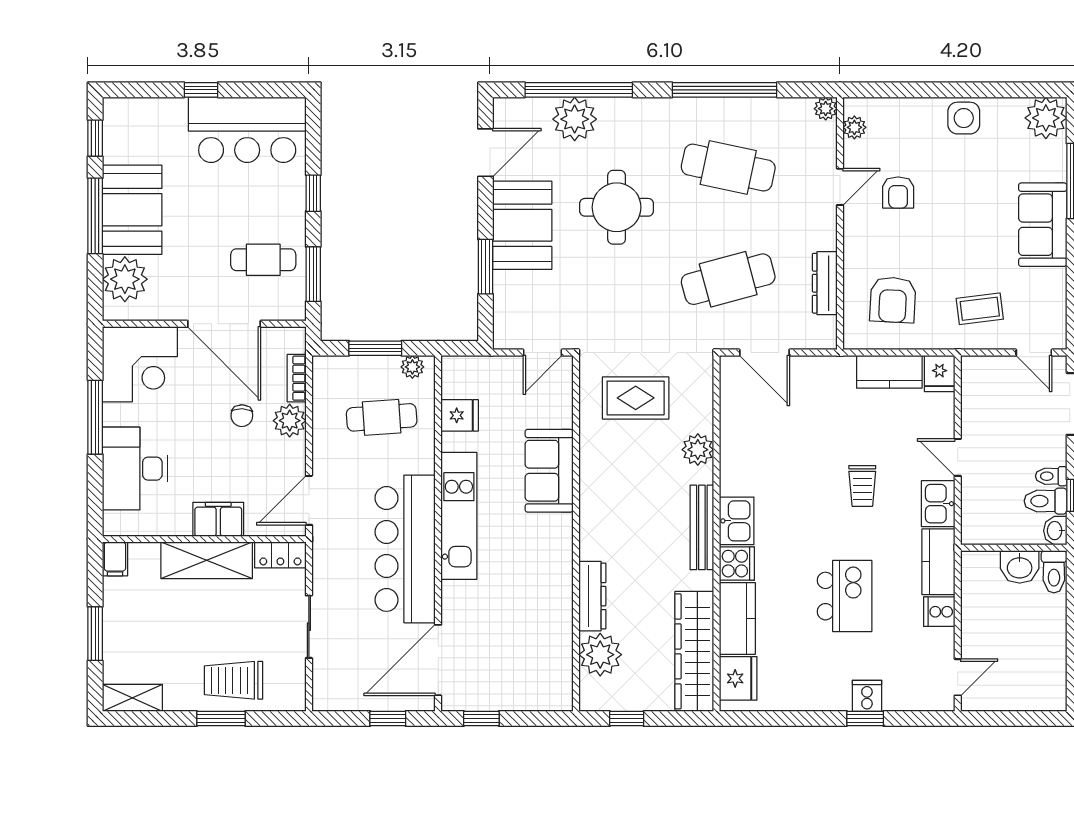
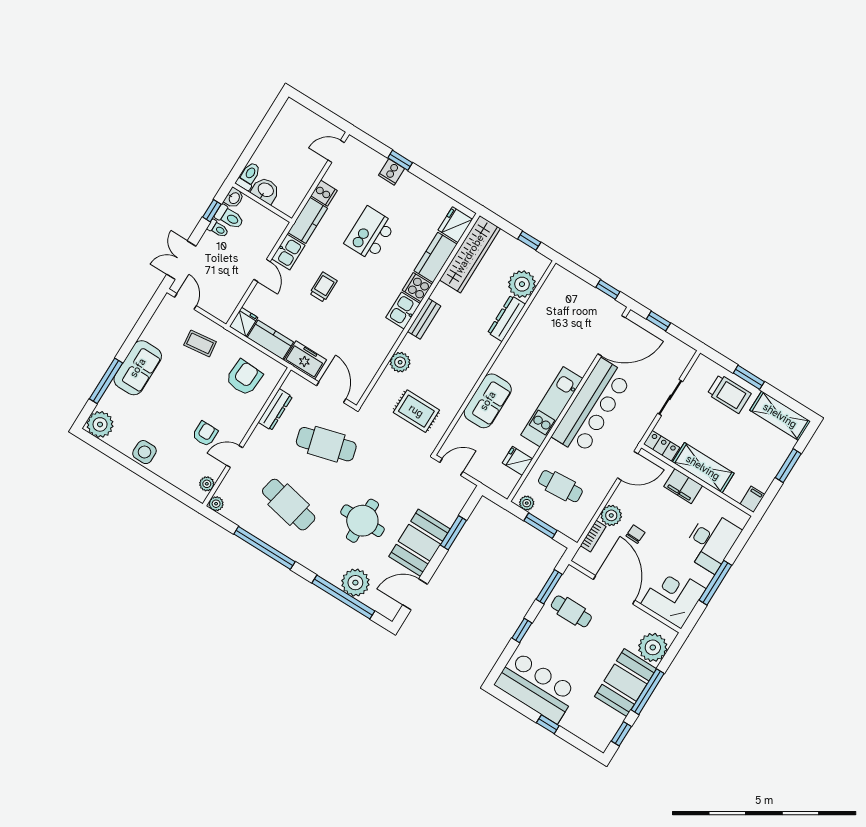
freezer: (826, 374) -> (305, 360), added
bench: (702, 527) -> (424, 319), width x0.73
shelving: (132, 698) -> (780, 416), width x1.50, depth x1.33

